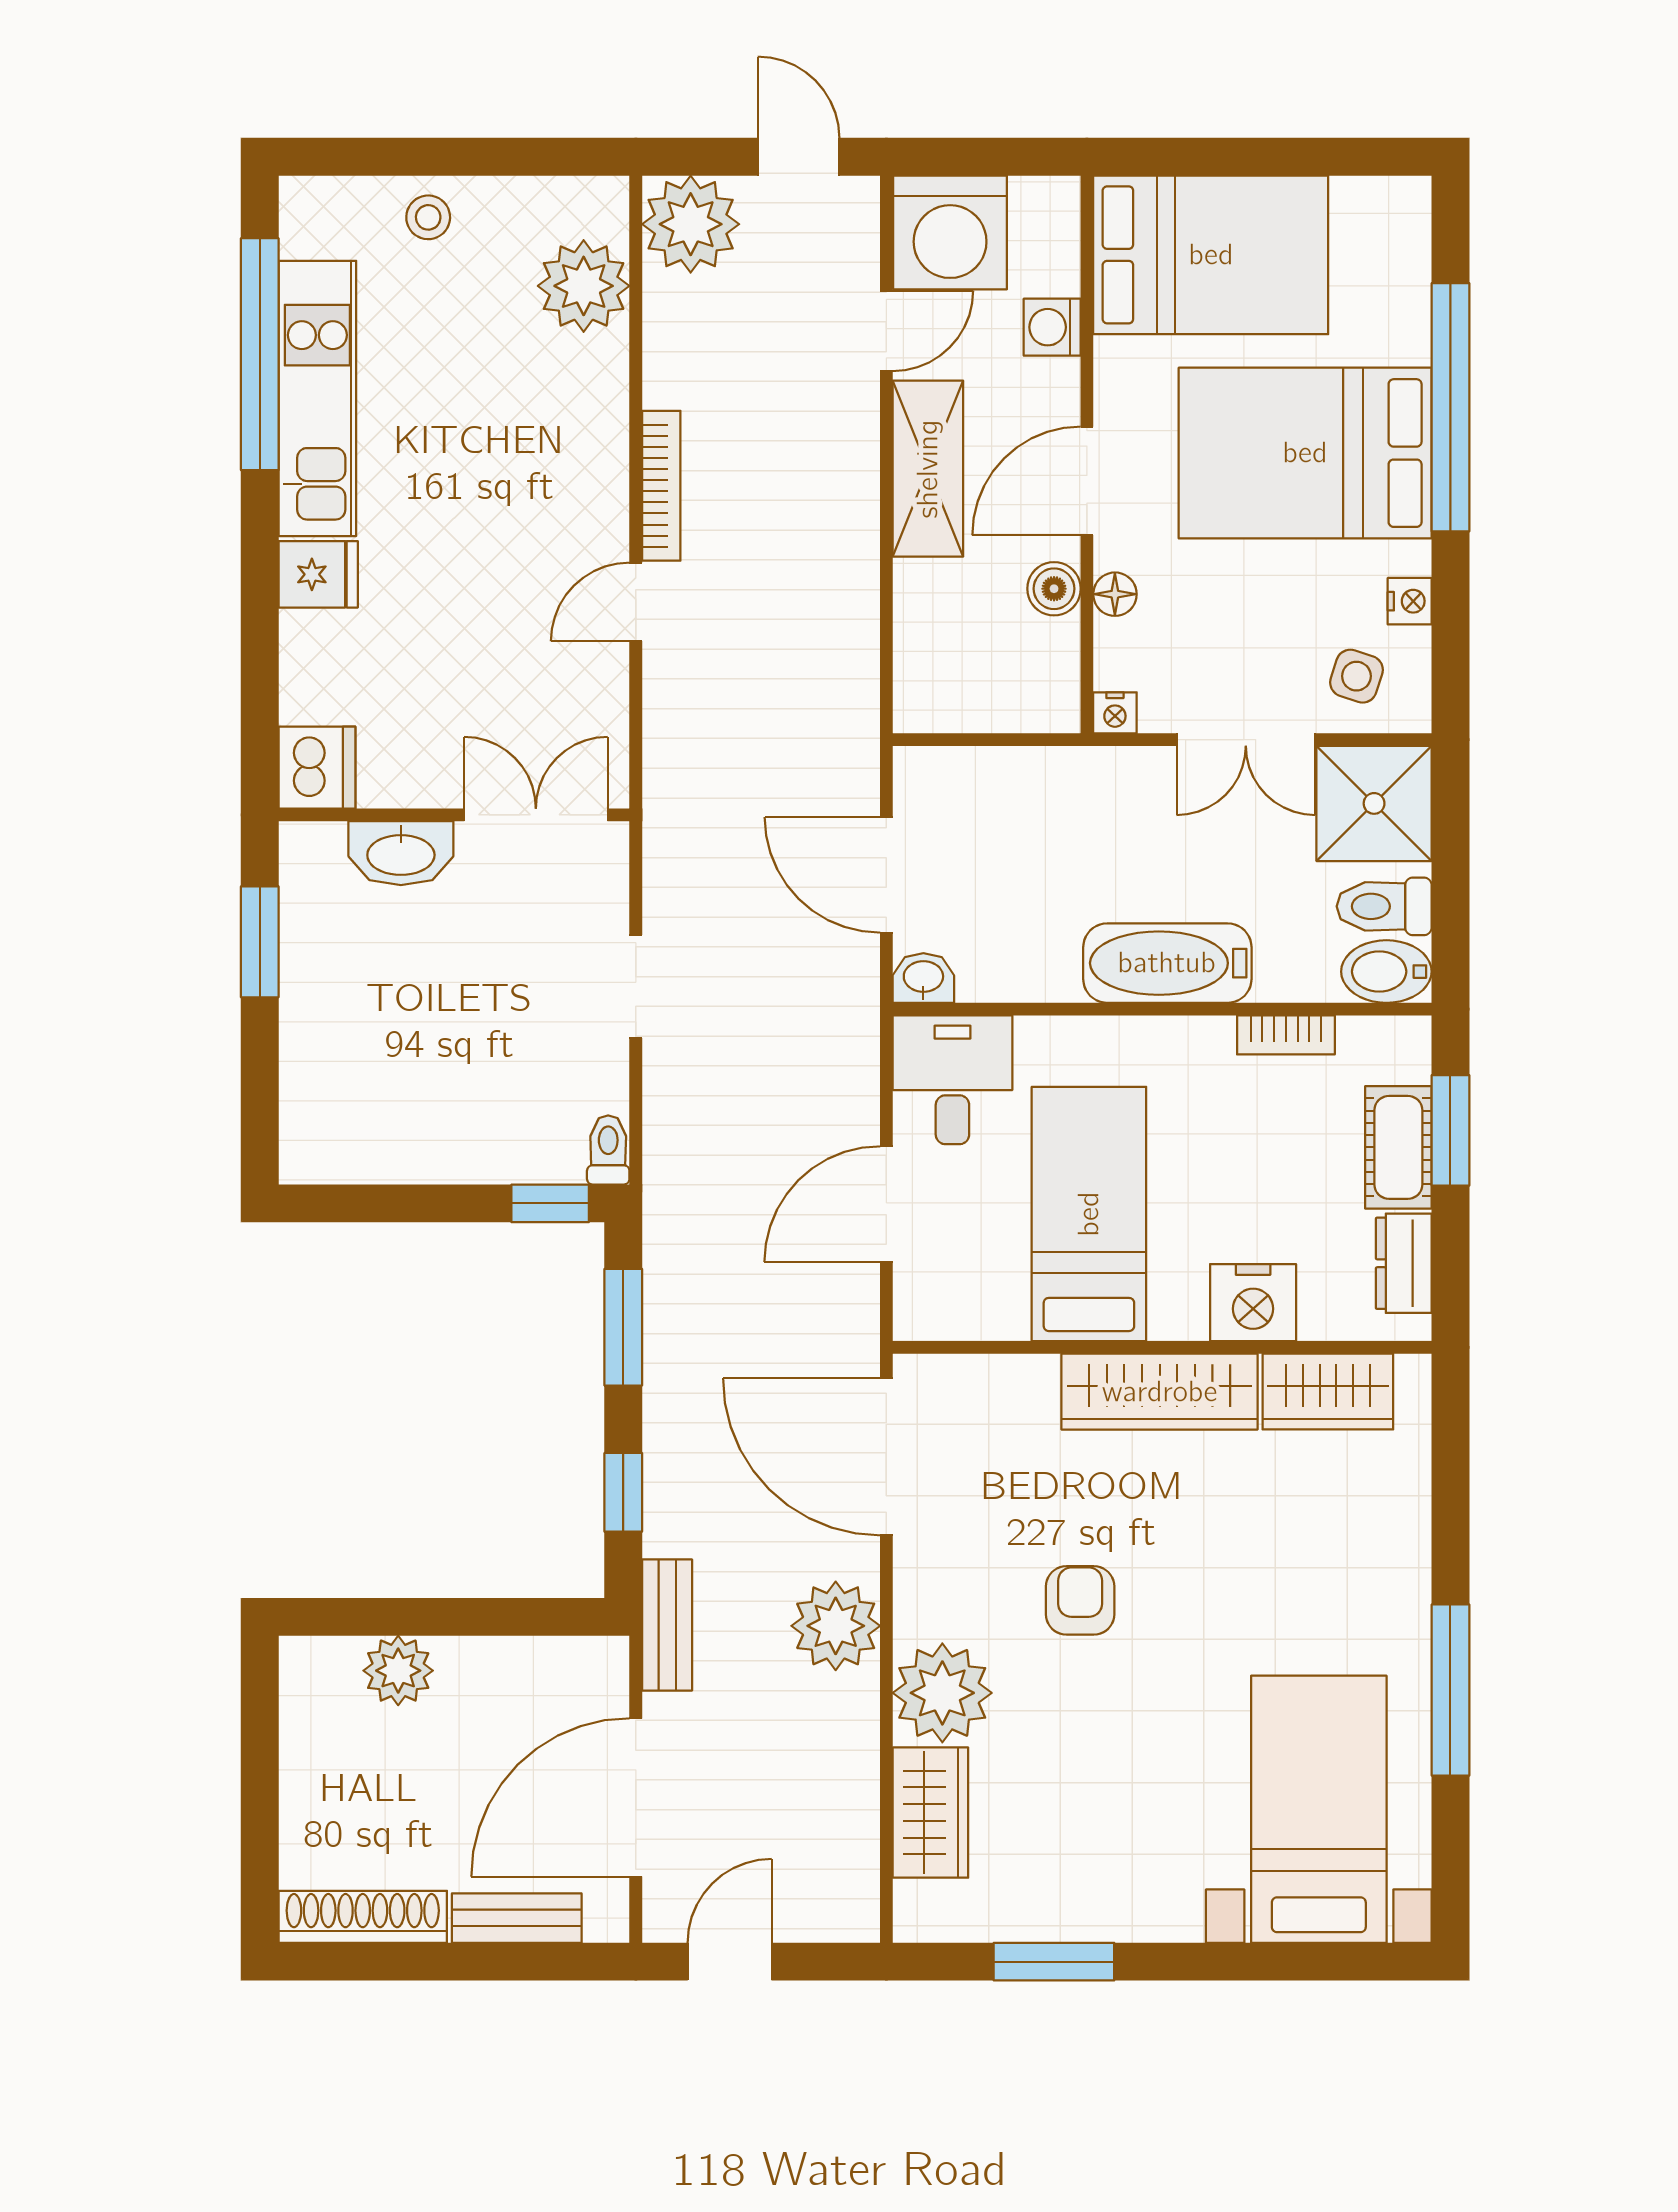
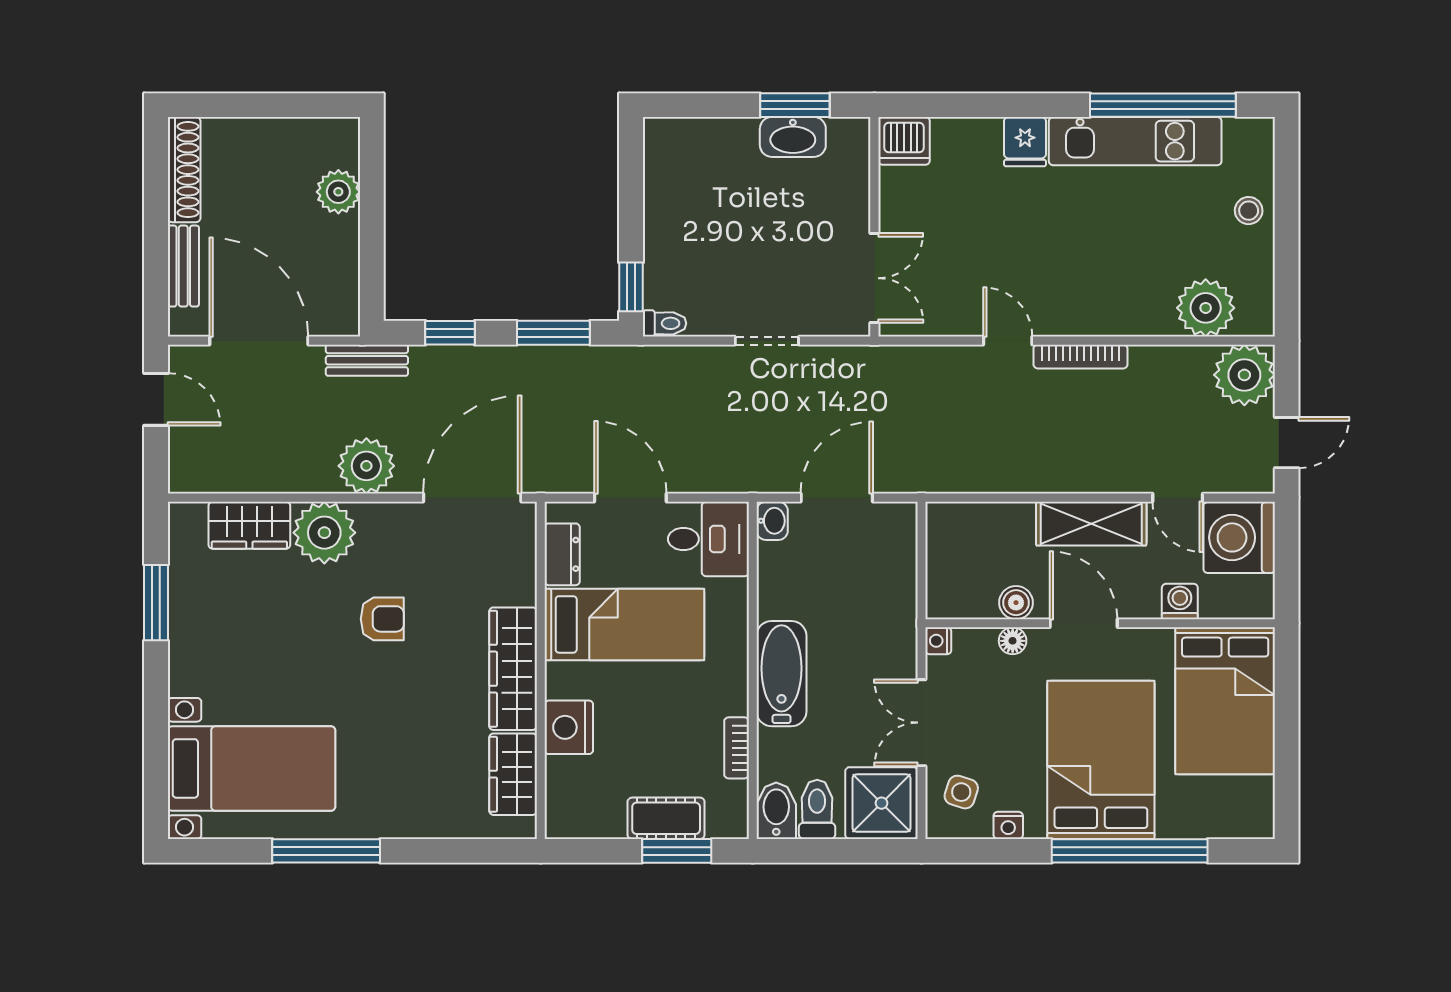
washbasin: (401, 853) -> (793, 137), moved, turned -90
dresser: (1404, 1263) -> (562, 554), moved, turned 90

